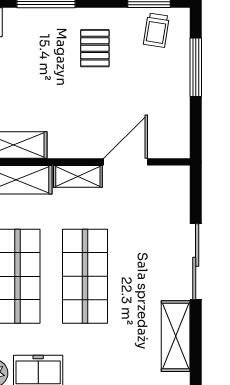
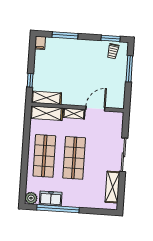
pallet: (95, 48) -> (85, 57), removed

